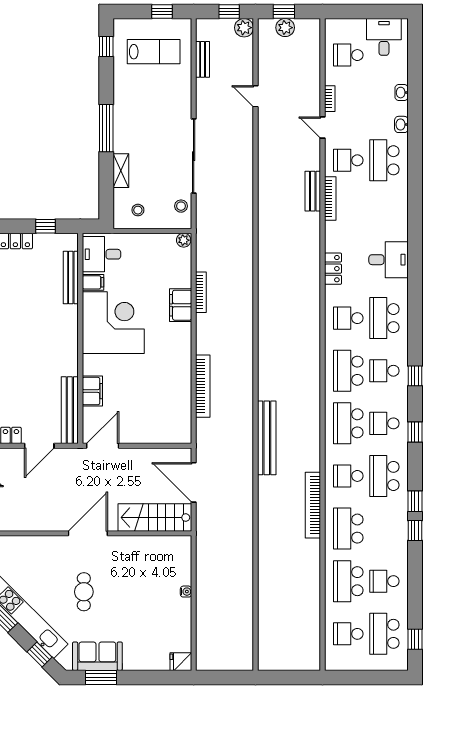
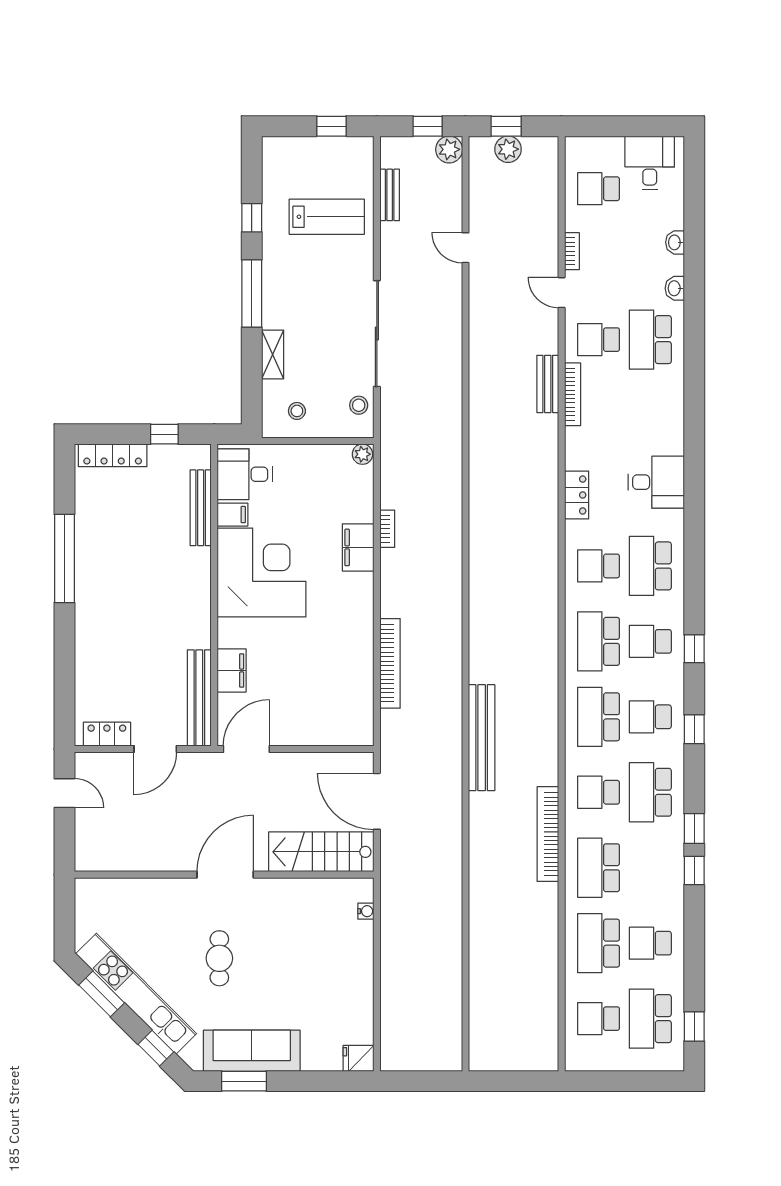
window: (106, 47) -> (252, 218), moved
lab bench: (154, 52) -> (327, 217), moved
bookcase: (201, 292) -> (387, 529), width x0.64
water cooler: (186, 592) -> (366, 911), moved
sofa: (97, 656) -> (252, 1051), width x1.36

